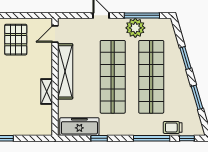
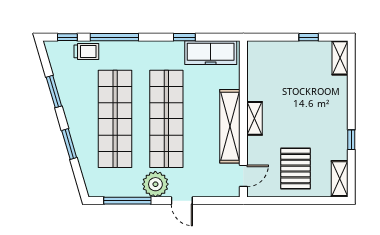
plant: (135, 28) -> (155, 184), moved
shelving: (47, 91) -> (255, 118), moved

